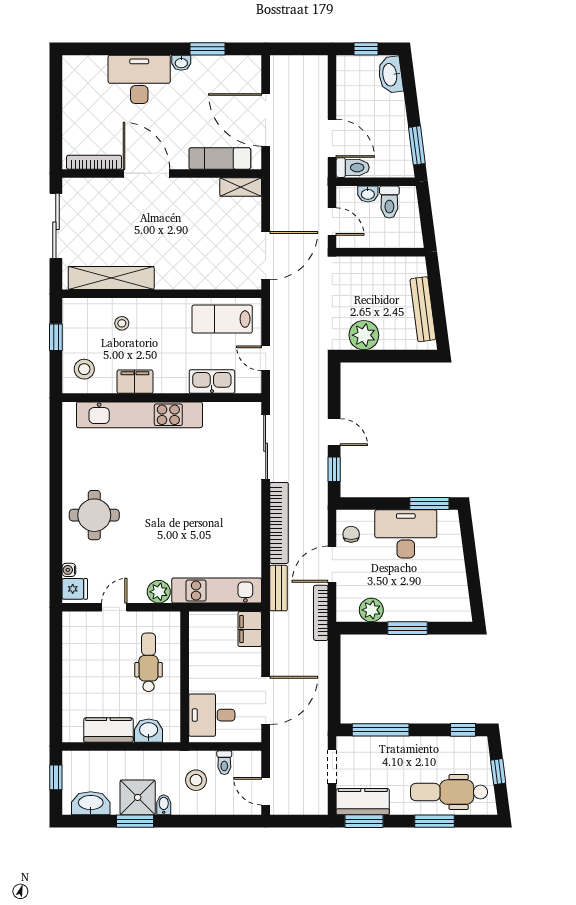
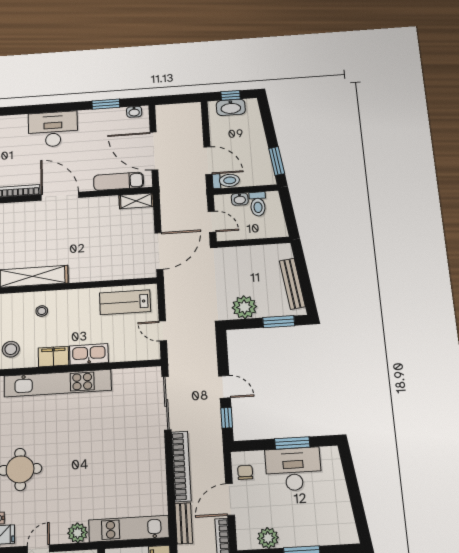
washbasin: (181, 63) -> (134, 112), moved
washbasin: (390, 75) -> (231, 107), moved, turned -83
window: (403, 356) -> (279, 322), added
kitchen sink: (212, 382) -> (89, 354), moved
window: (429, 504) -> (292, 443), moved

